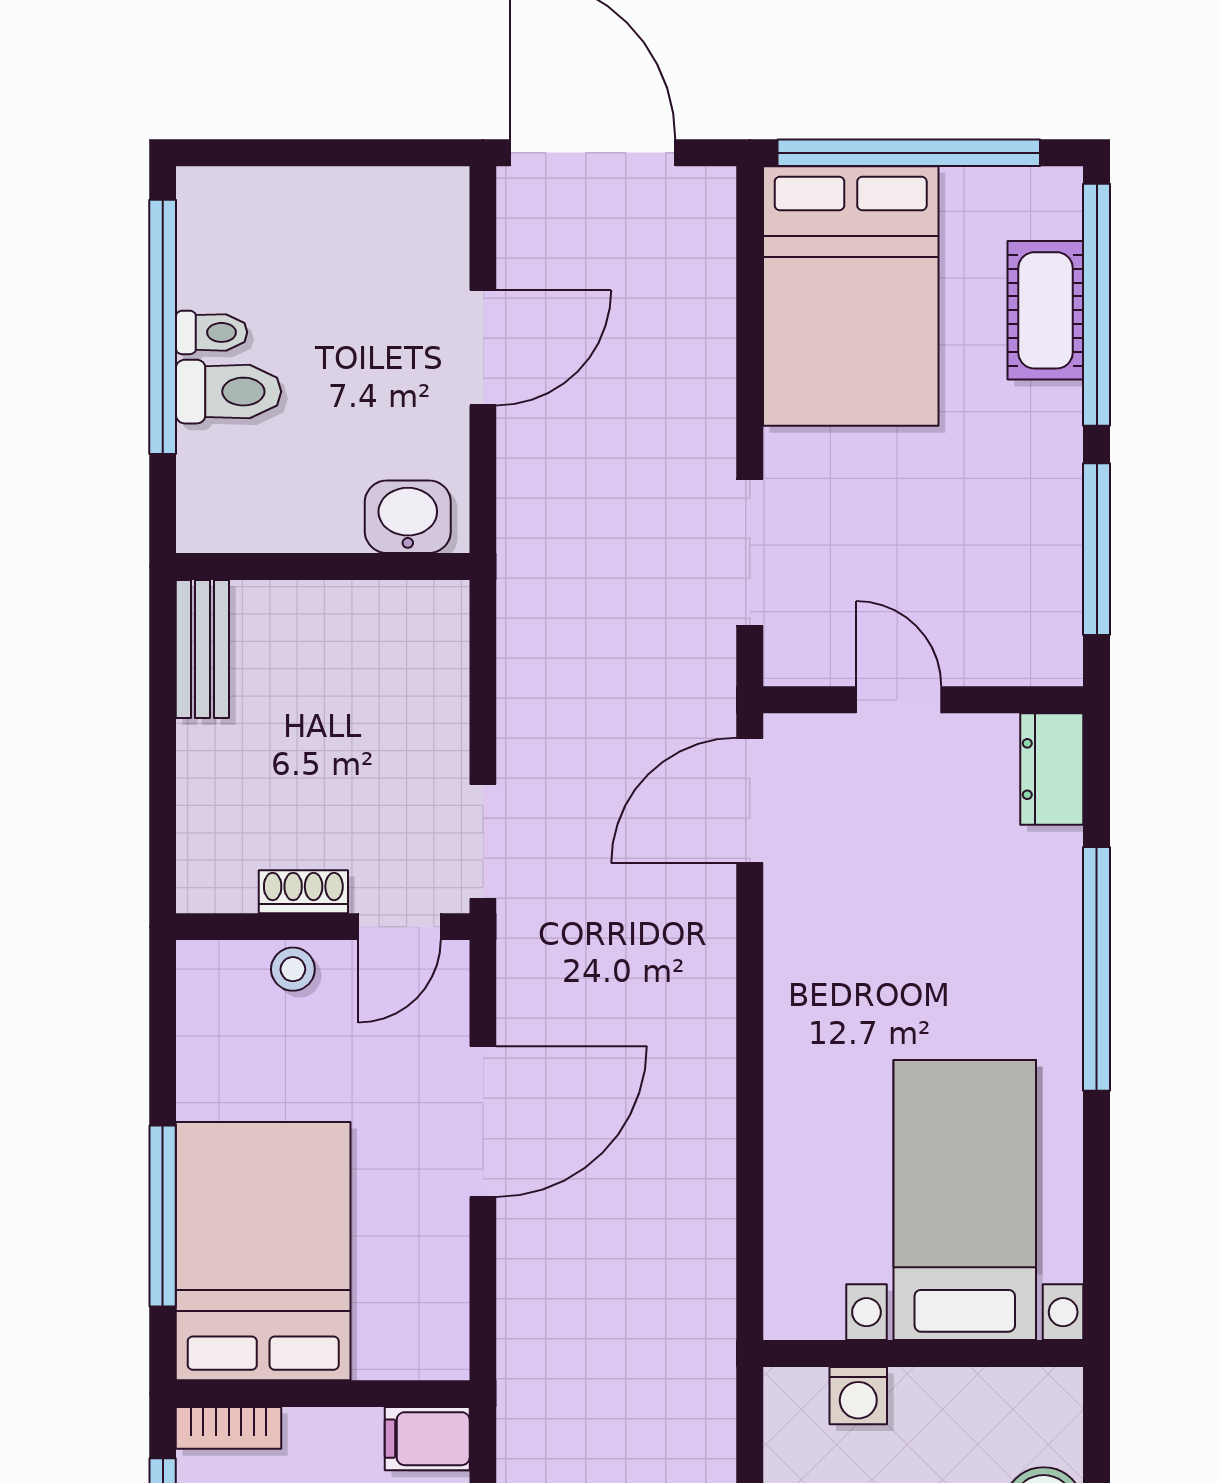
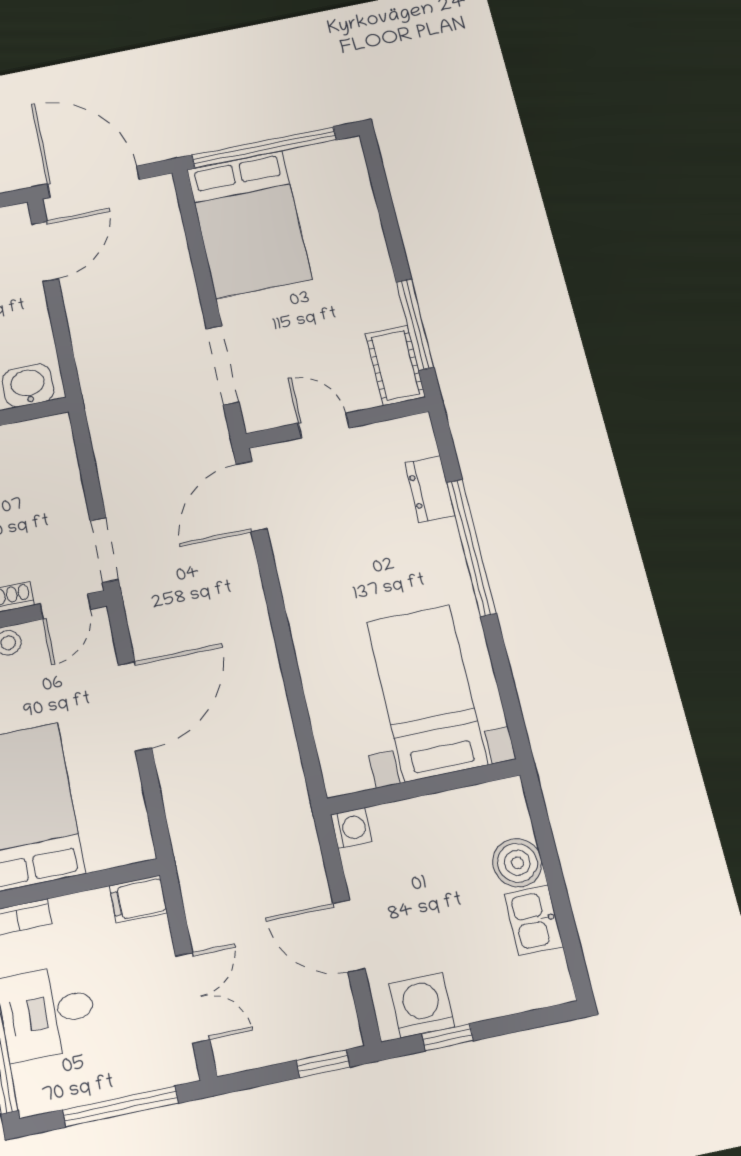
window: (1097, 305) -> (384, 201), removed
cot: (1045, 310) -> (395, 365), moved
door: (483, 348) -> (45, 251), moved
dresser: (1052, 769) -> (430, 489), moved
washing machine: (858, 1396) -> (351, 828), moved, turned -90

